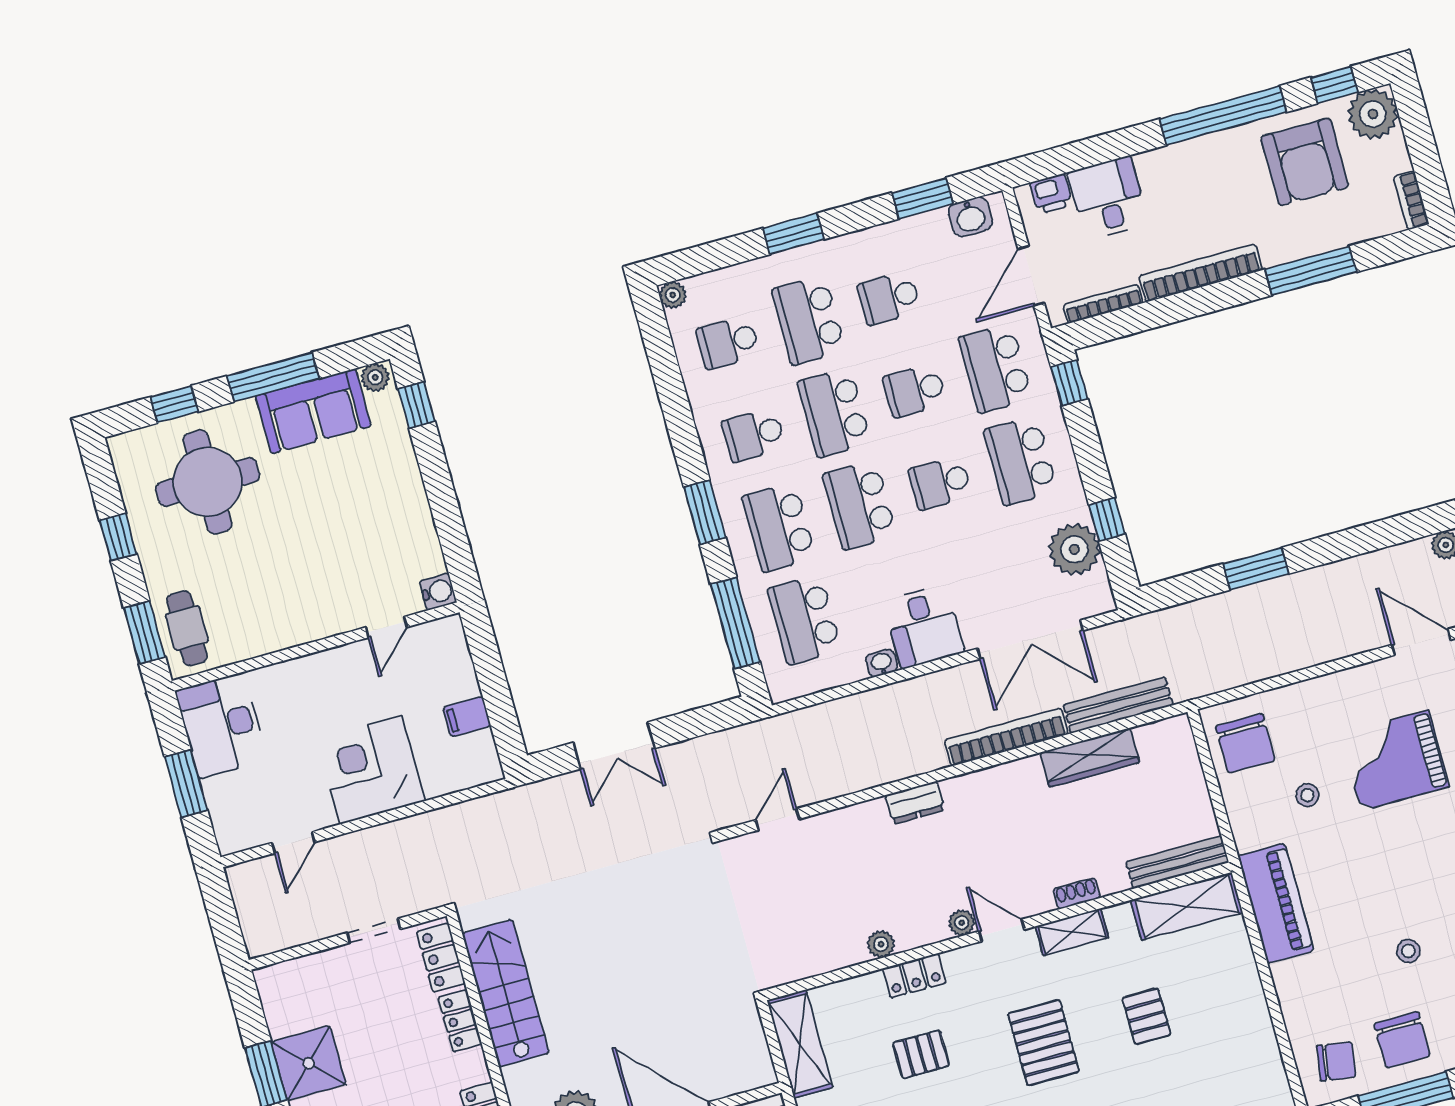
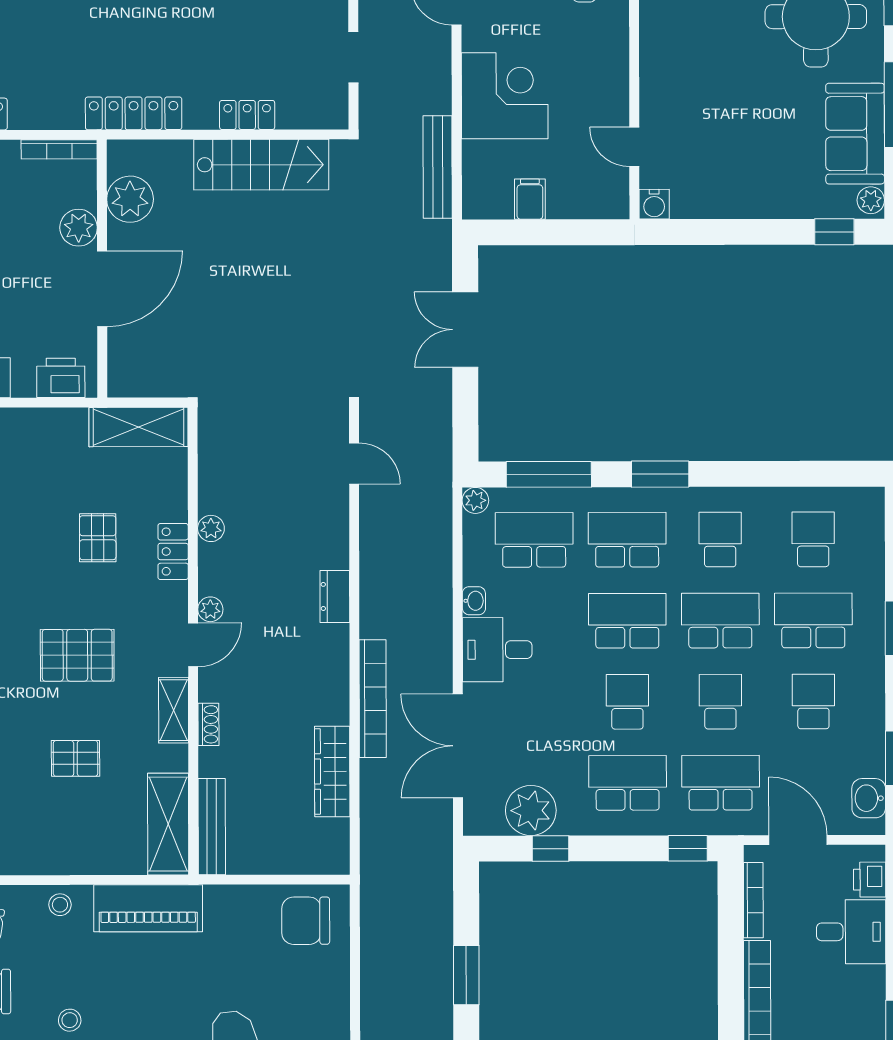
plant: (673, 295) -> (475, 500), moved
bench: (1118, 705) -> (438, 167), moved
stool: (1307, 795) -> (60, 905), moved
locker: (441, 958) -> (311, 113), removed

